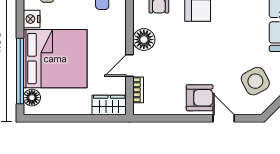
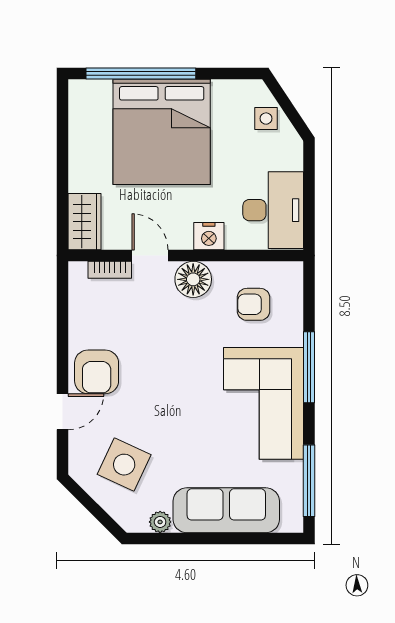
nightstand: (32, 19) -> (209, 236), moved, turned 180
side table: (255, 81) -> (124, 465), turned -37
floor lamp: (32, 98) -> (97, 93), removed

